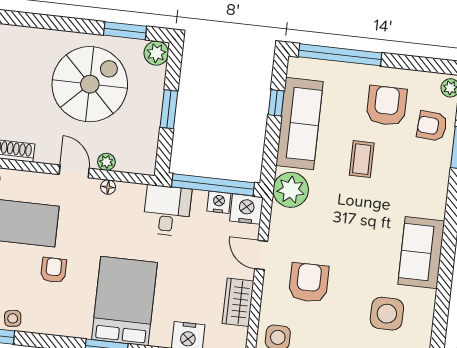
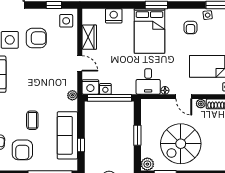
plant: (106, 162) -> (201, 104), moved
plant: (291, 190) -> (72, 95), width x0.53, depth x0.53
desk: (167, 211) -> (148, 81), moved
armchair: (54, 270) -> (191, 27), moved
armchair: (309, 283) -> (36, 38), moved, turned -90

